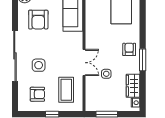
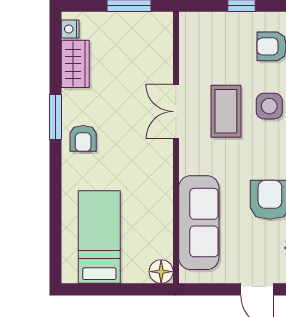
side table: (106, 74) -> (130, 88), removed
coffee table: (66, 90) -> (226, 111), moved

